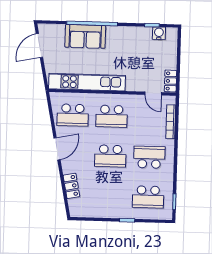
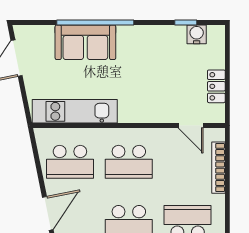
locker: (171, 81) -> (216, 86), moved
kitchen unit: (87, 82) -> (75, 111), width x0.73

